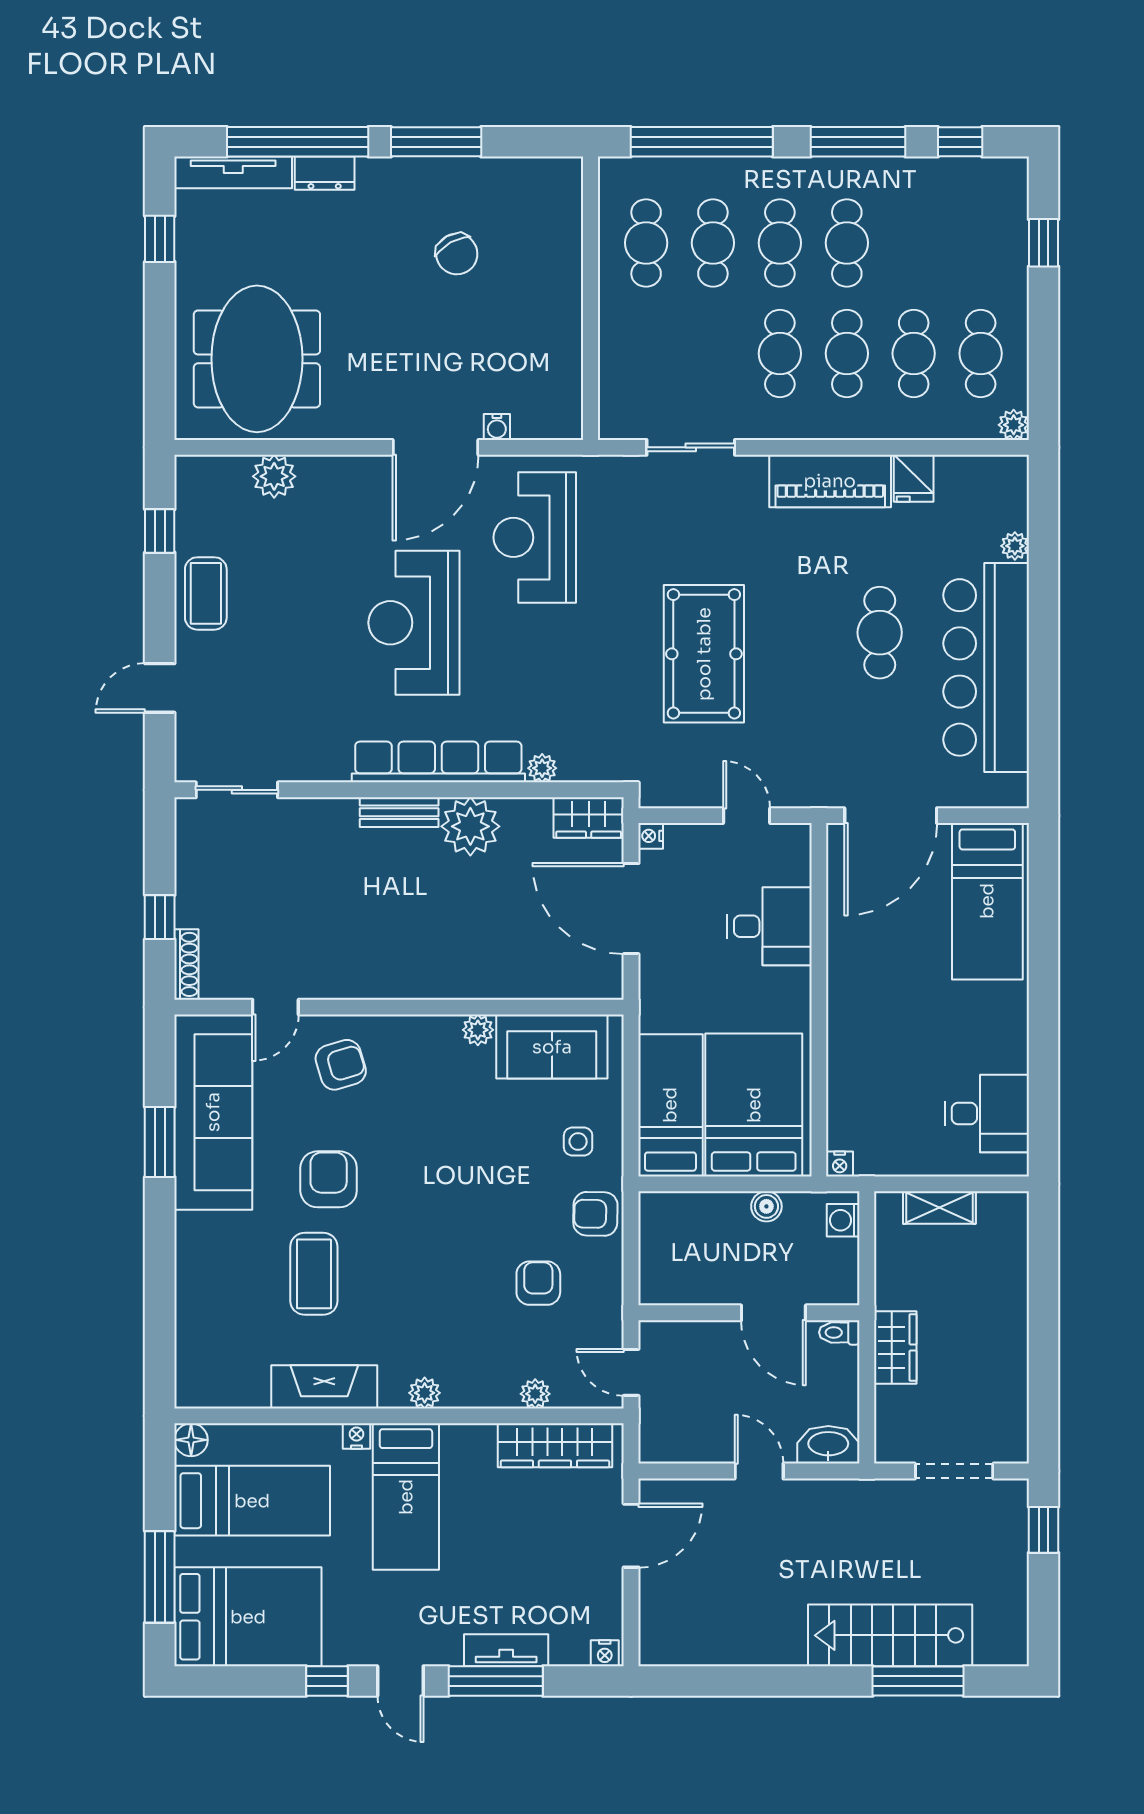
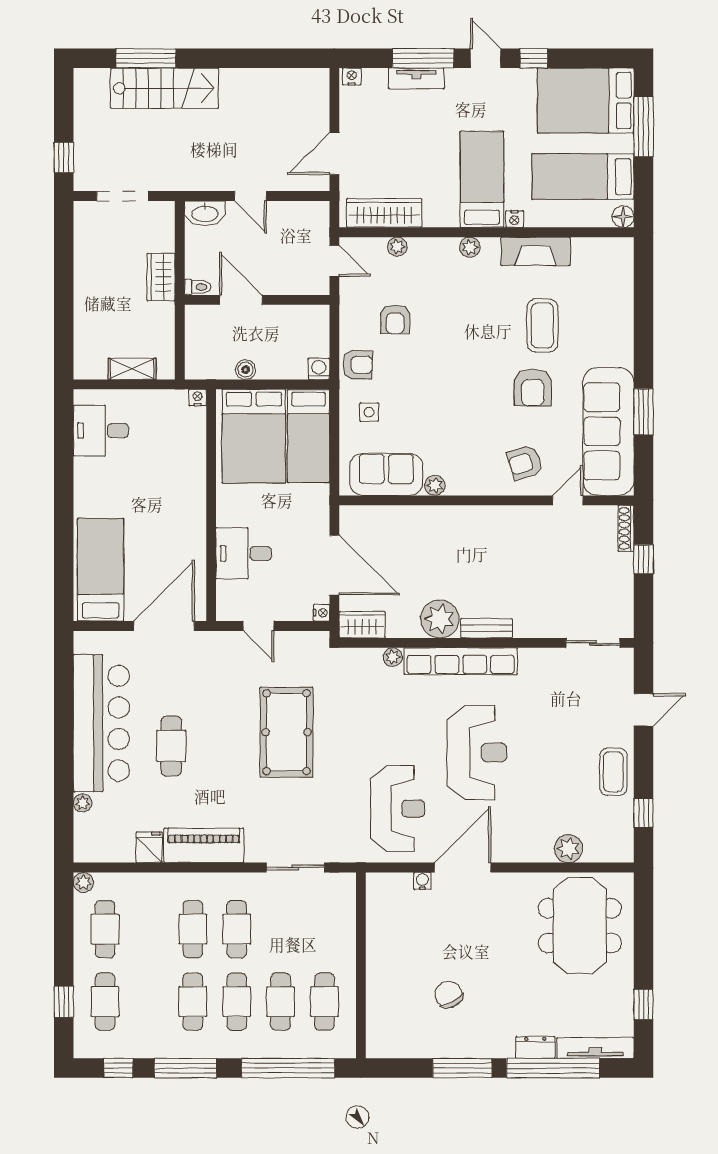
cafe table: (914, 353) -> (105, 1002), moved
washing machine: (843, 1220) -> (319, 369), moved, turned -90

